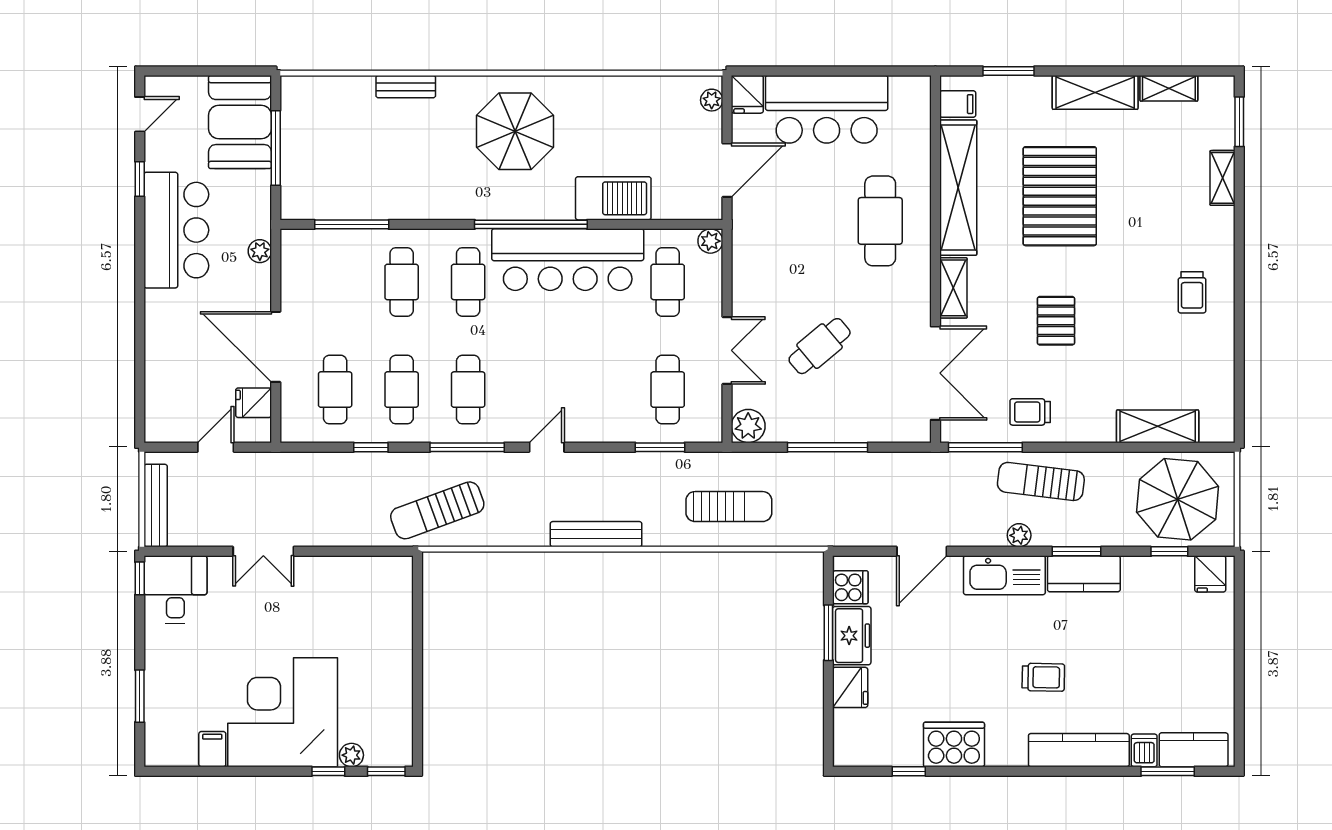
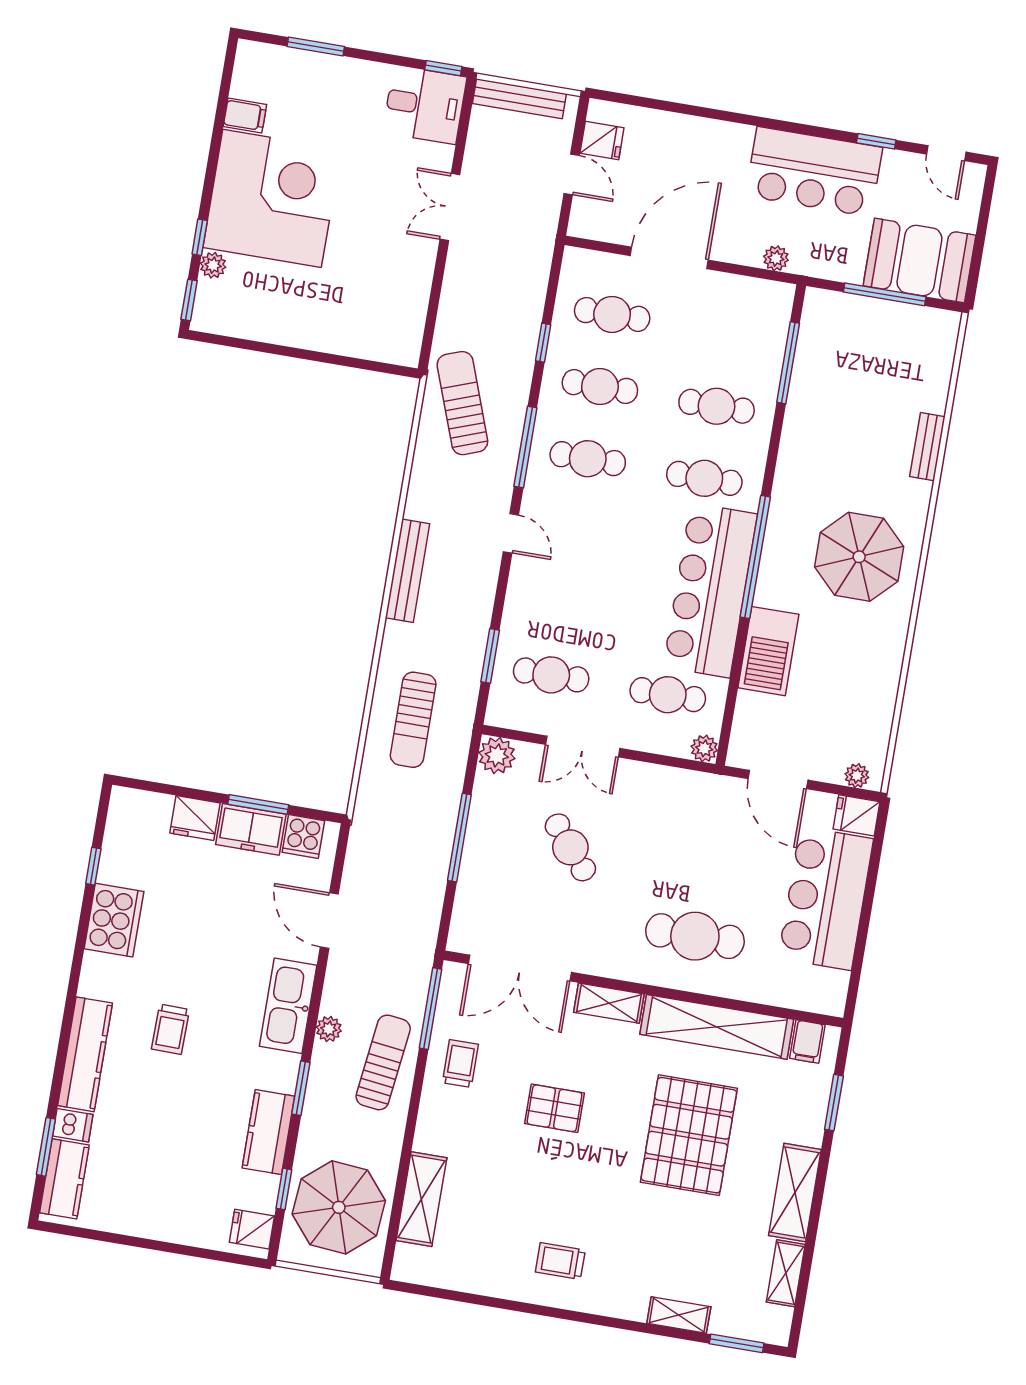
pallet: (1060, 196) -> (689, 1135), turned 90
fridge: (254, 403) -> (602, 141), moved, turned 90
kitchen counter: (1084, 574) -> (268, 1132), moved

